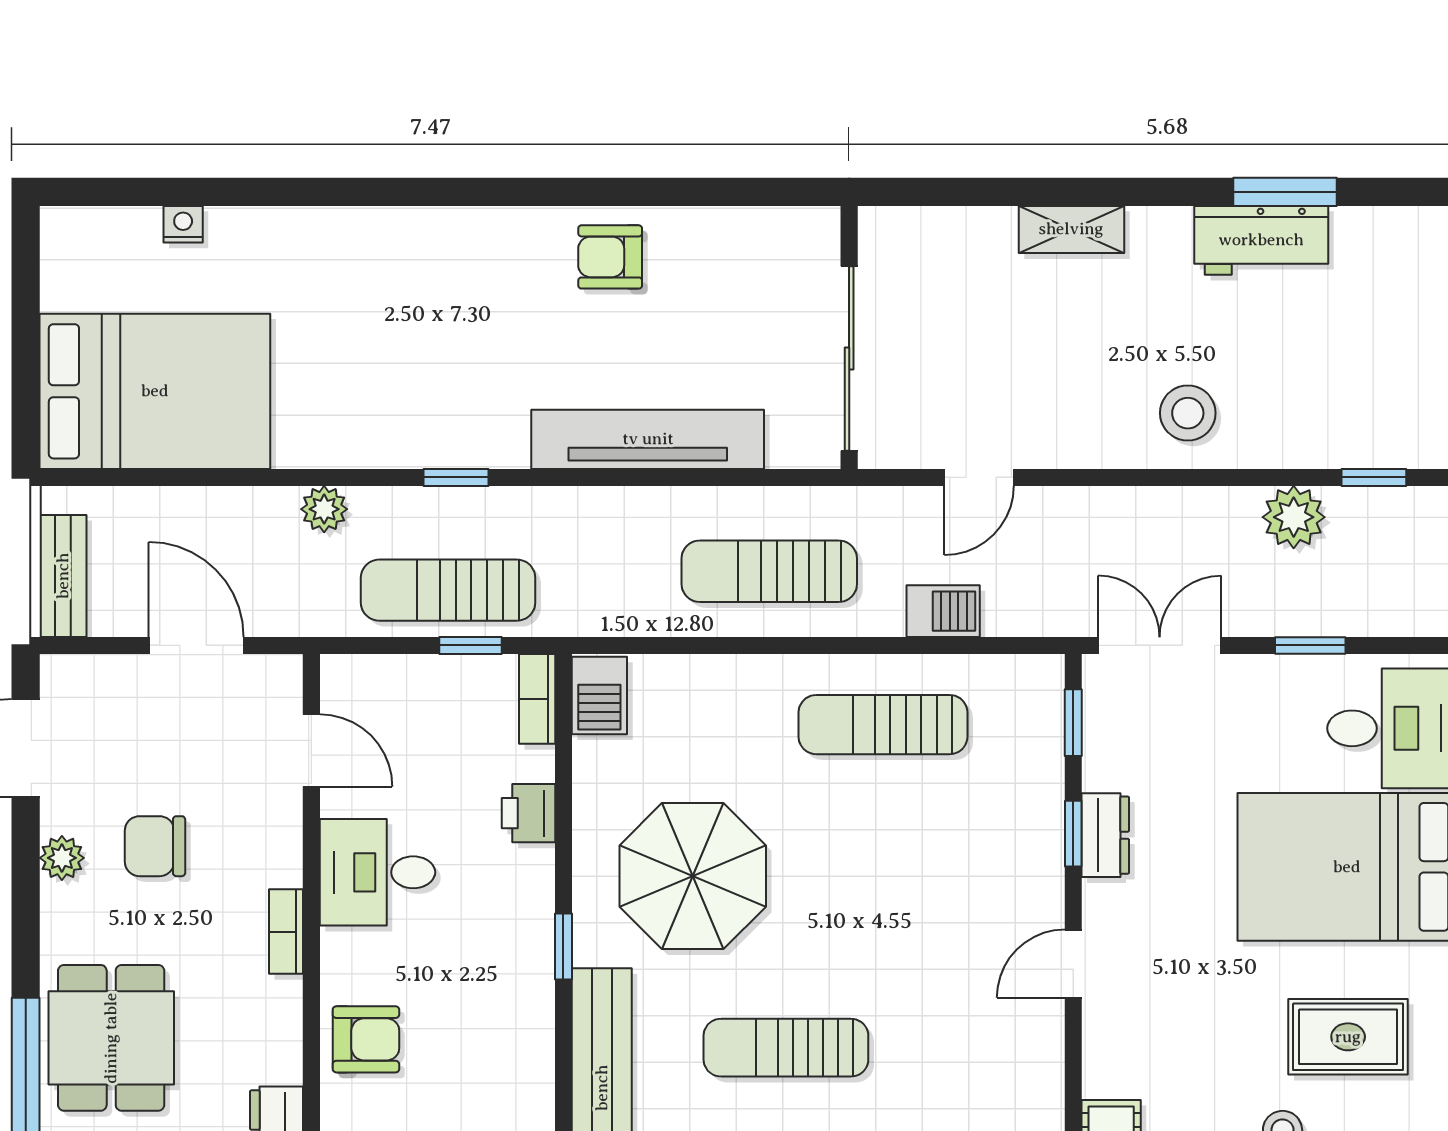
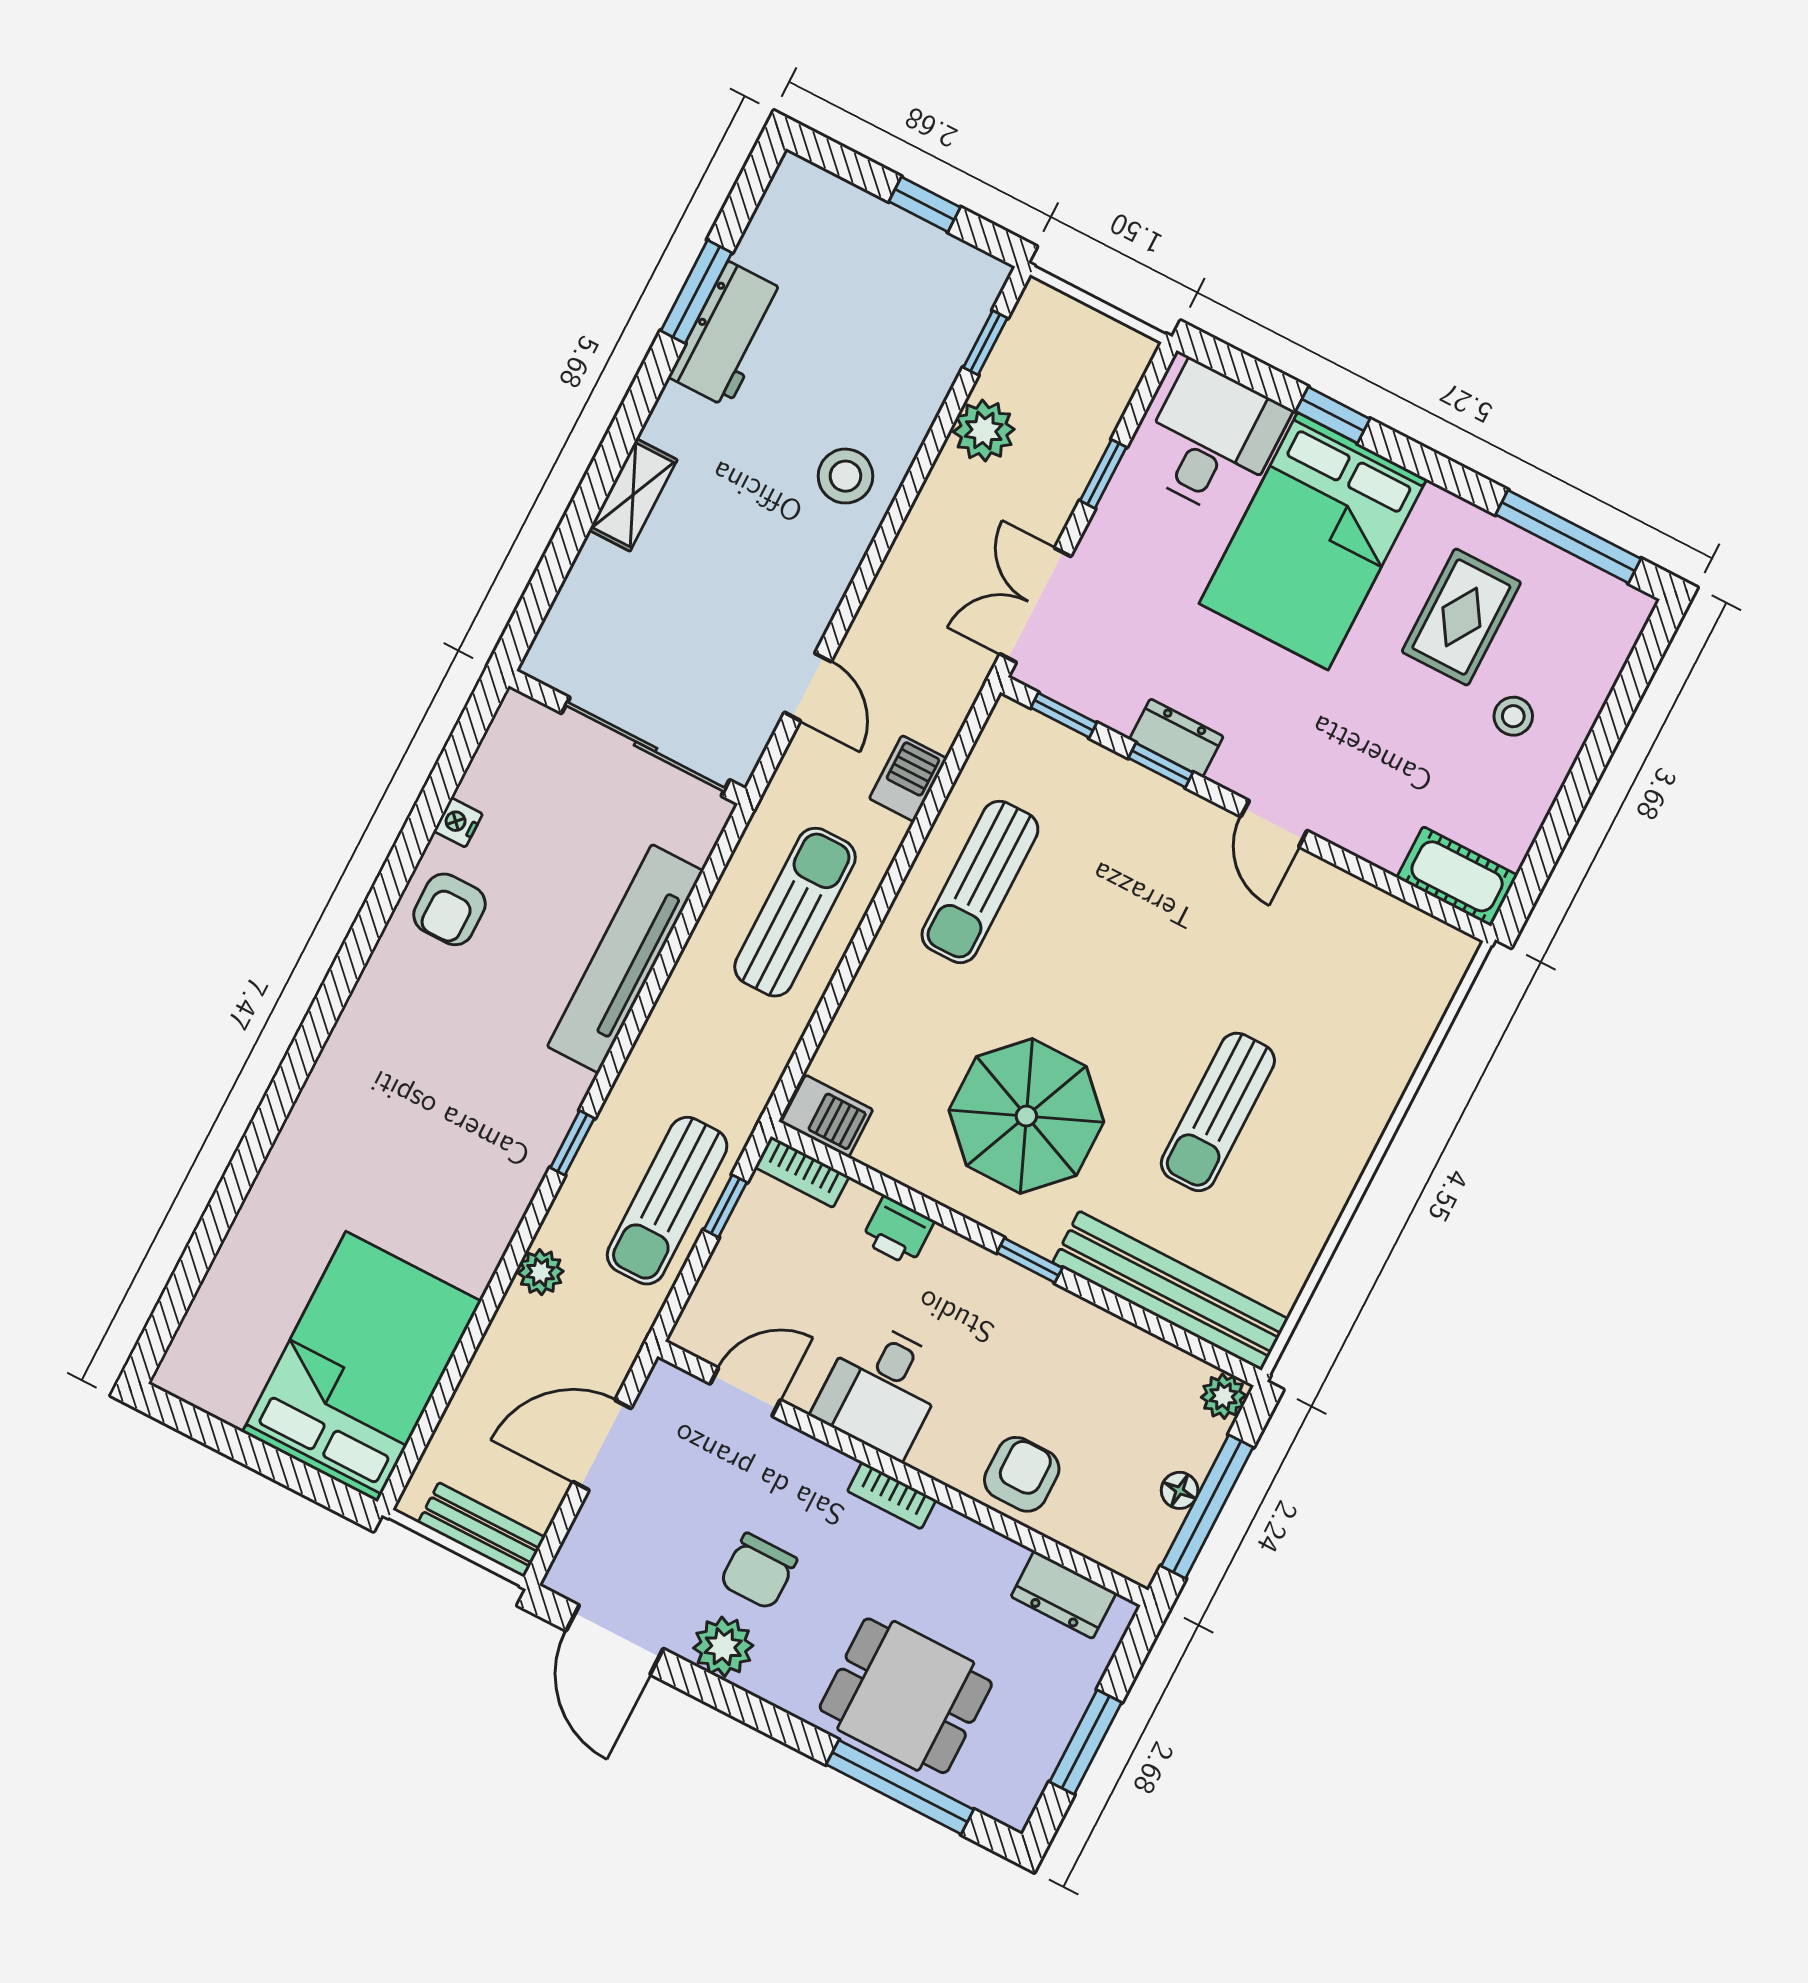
nightstand: (183, 224) -> (458, 822), moved
sun lounger: (769, 571) -> (795, 912), turned 180
plant: (62, 858) -> (723, 1647), width x1.38, depth x1.38

